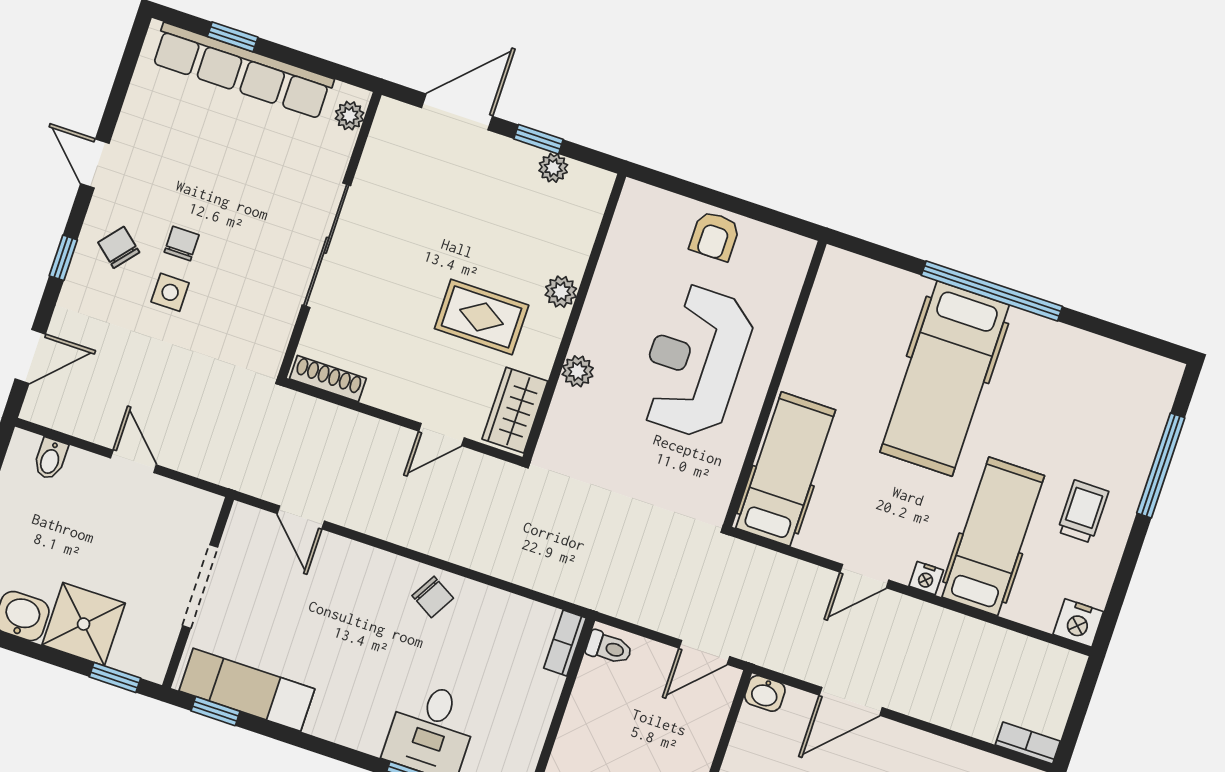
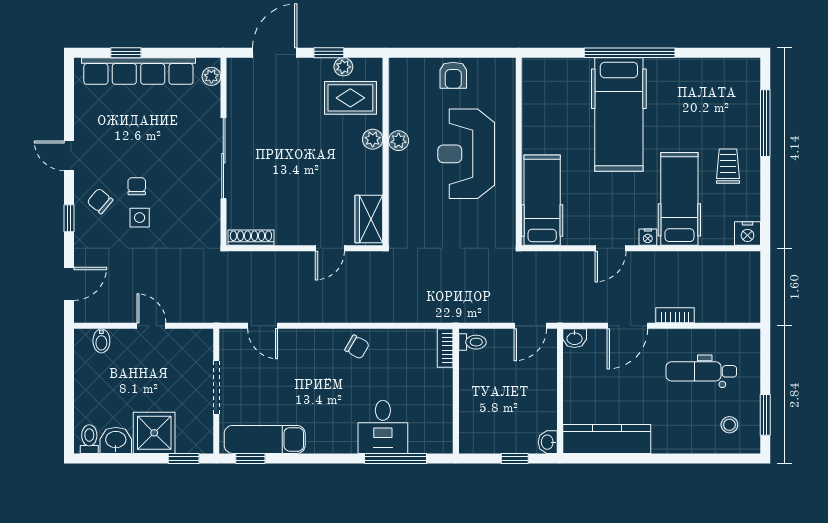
rug: (482, 317) -> (350, 98), moved
plant: (578, 371) -> (399, 141), moved
bookcase: (1028, 743) -> (675, 315), moved

